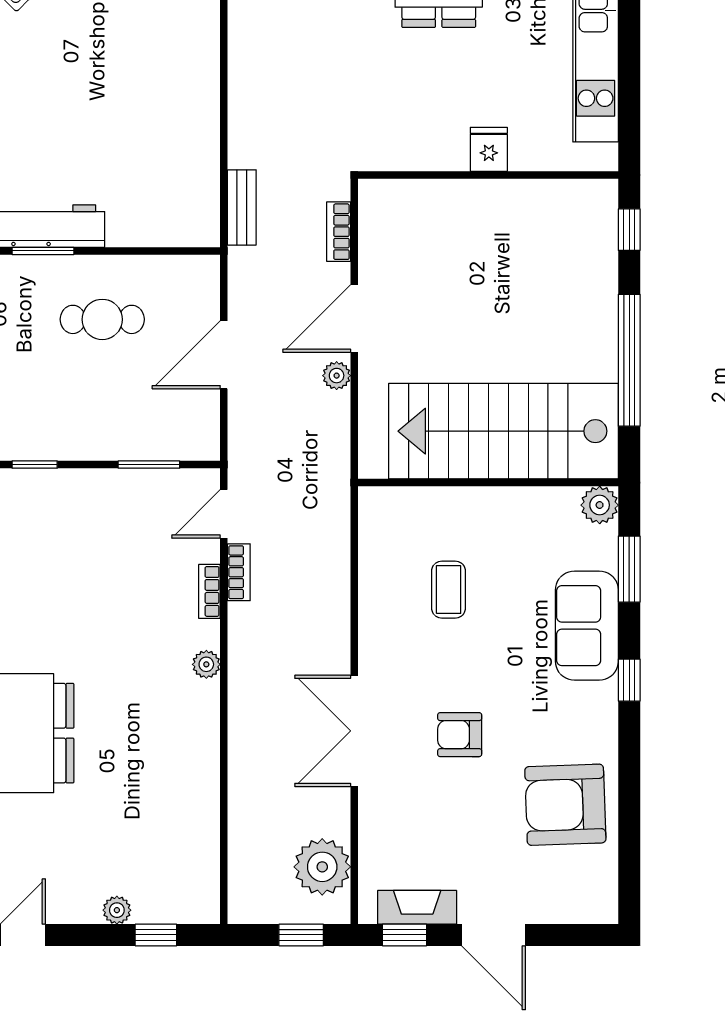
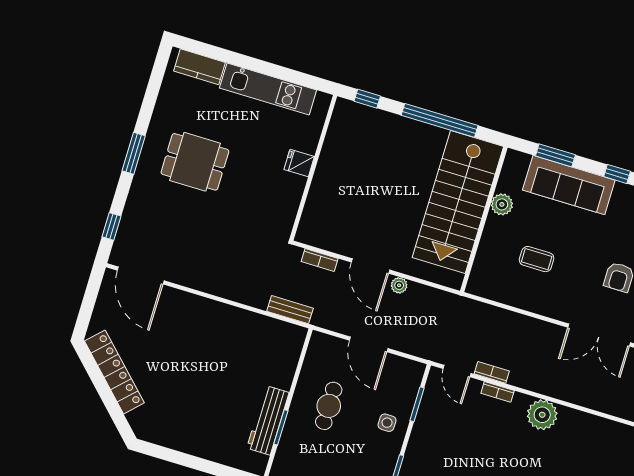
side table: (104, 424) -> (387, 423), added
plant: (600, 505) -> (502, 204), moved
sofa: (587, 626) -> (569, 185), width x1.36
plant: (206, 664) -> (542, 415), width x1.87, depth x1.87

